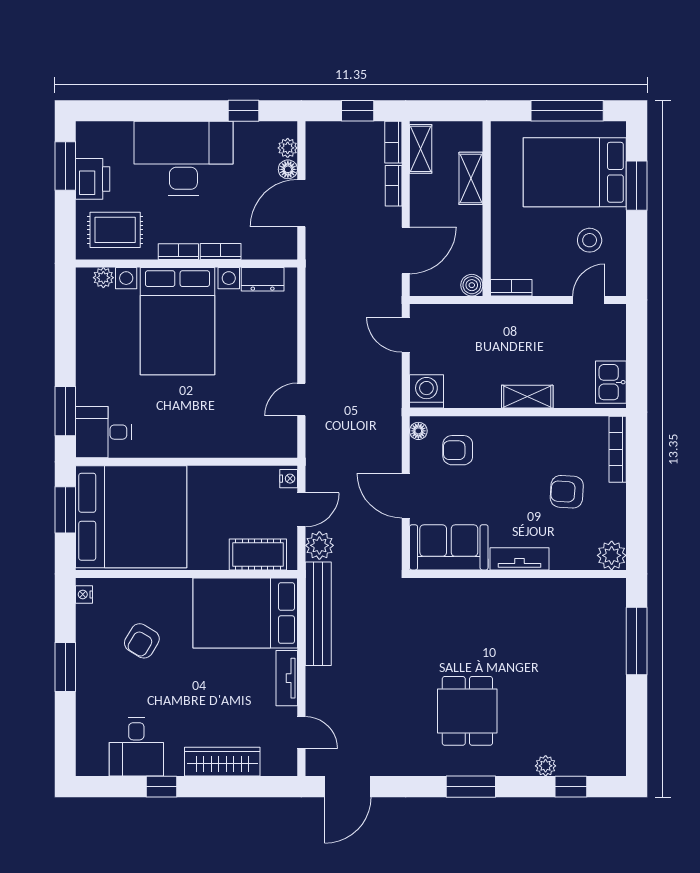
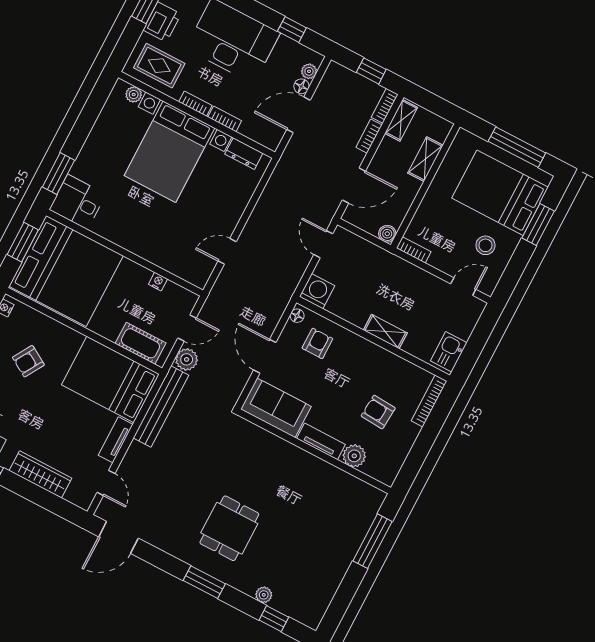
armchair: (458, 450) -> (317, 343), turned 90
nightstand: (289, 479) -> (158, 282), moved, turned -90
plant: (612, 555) -> (354, 456), moved

